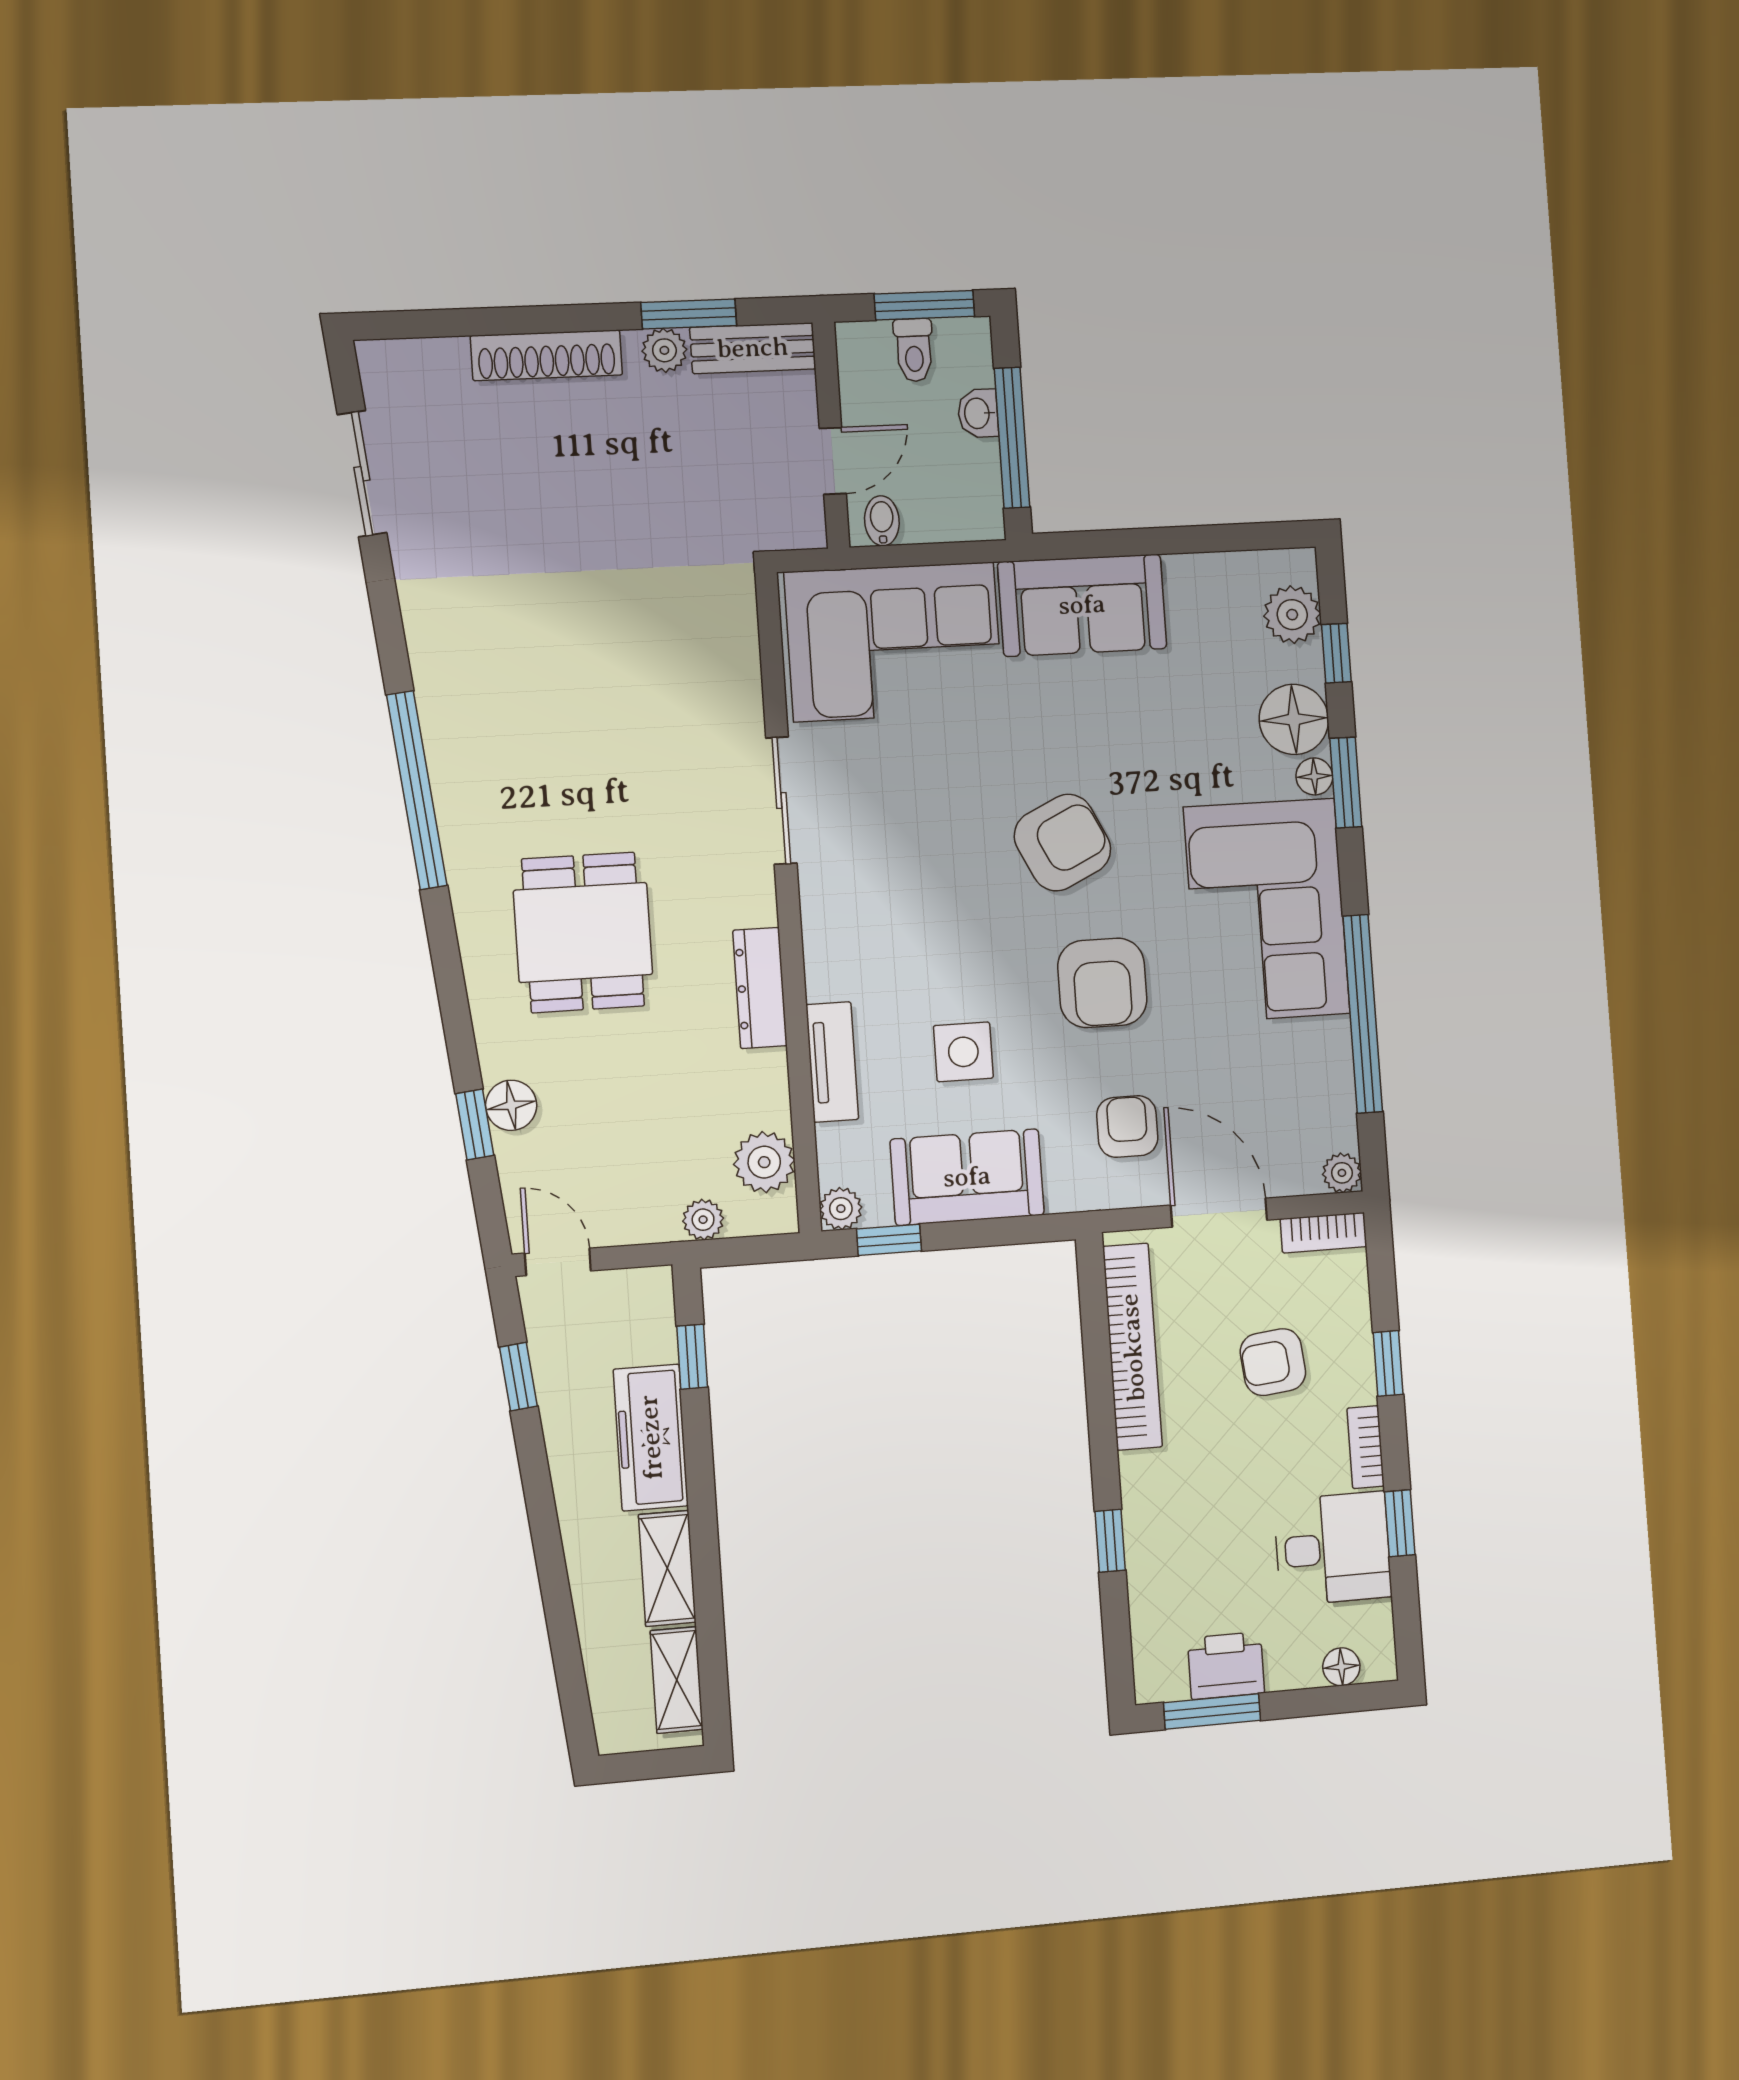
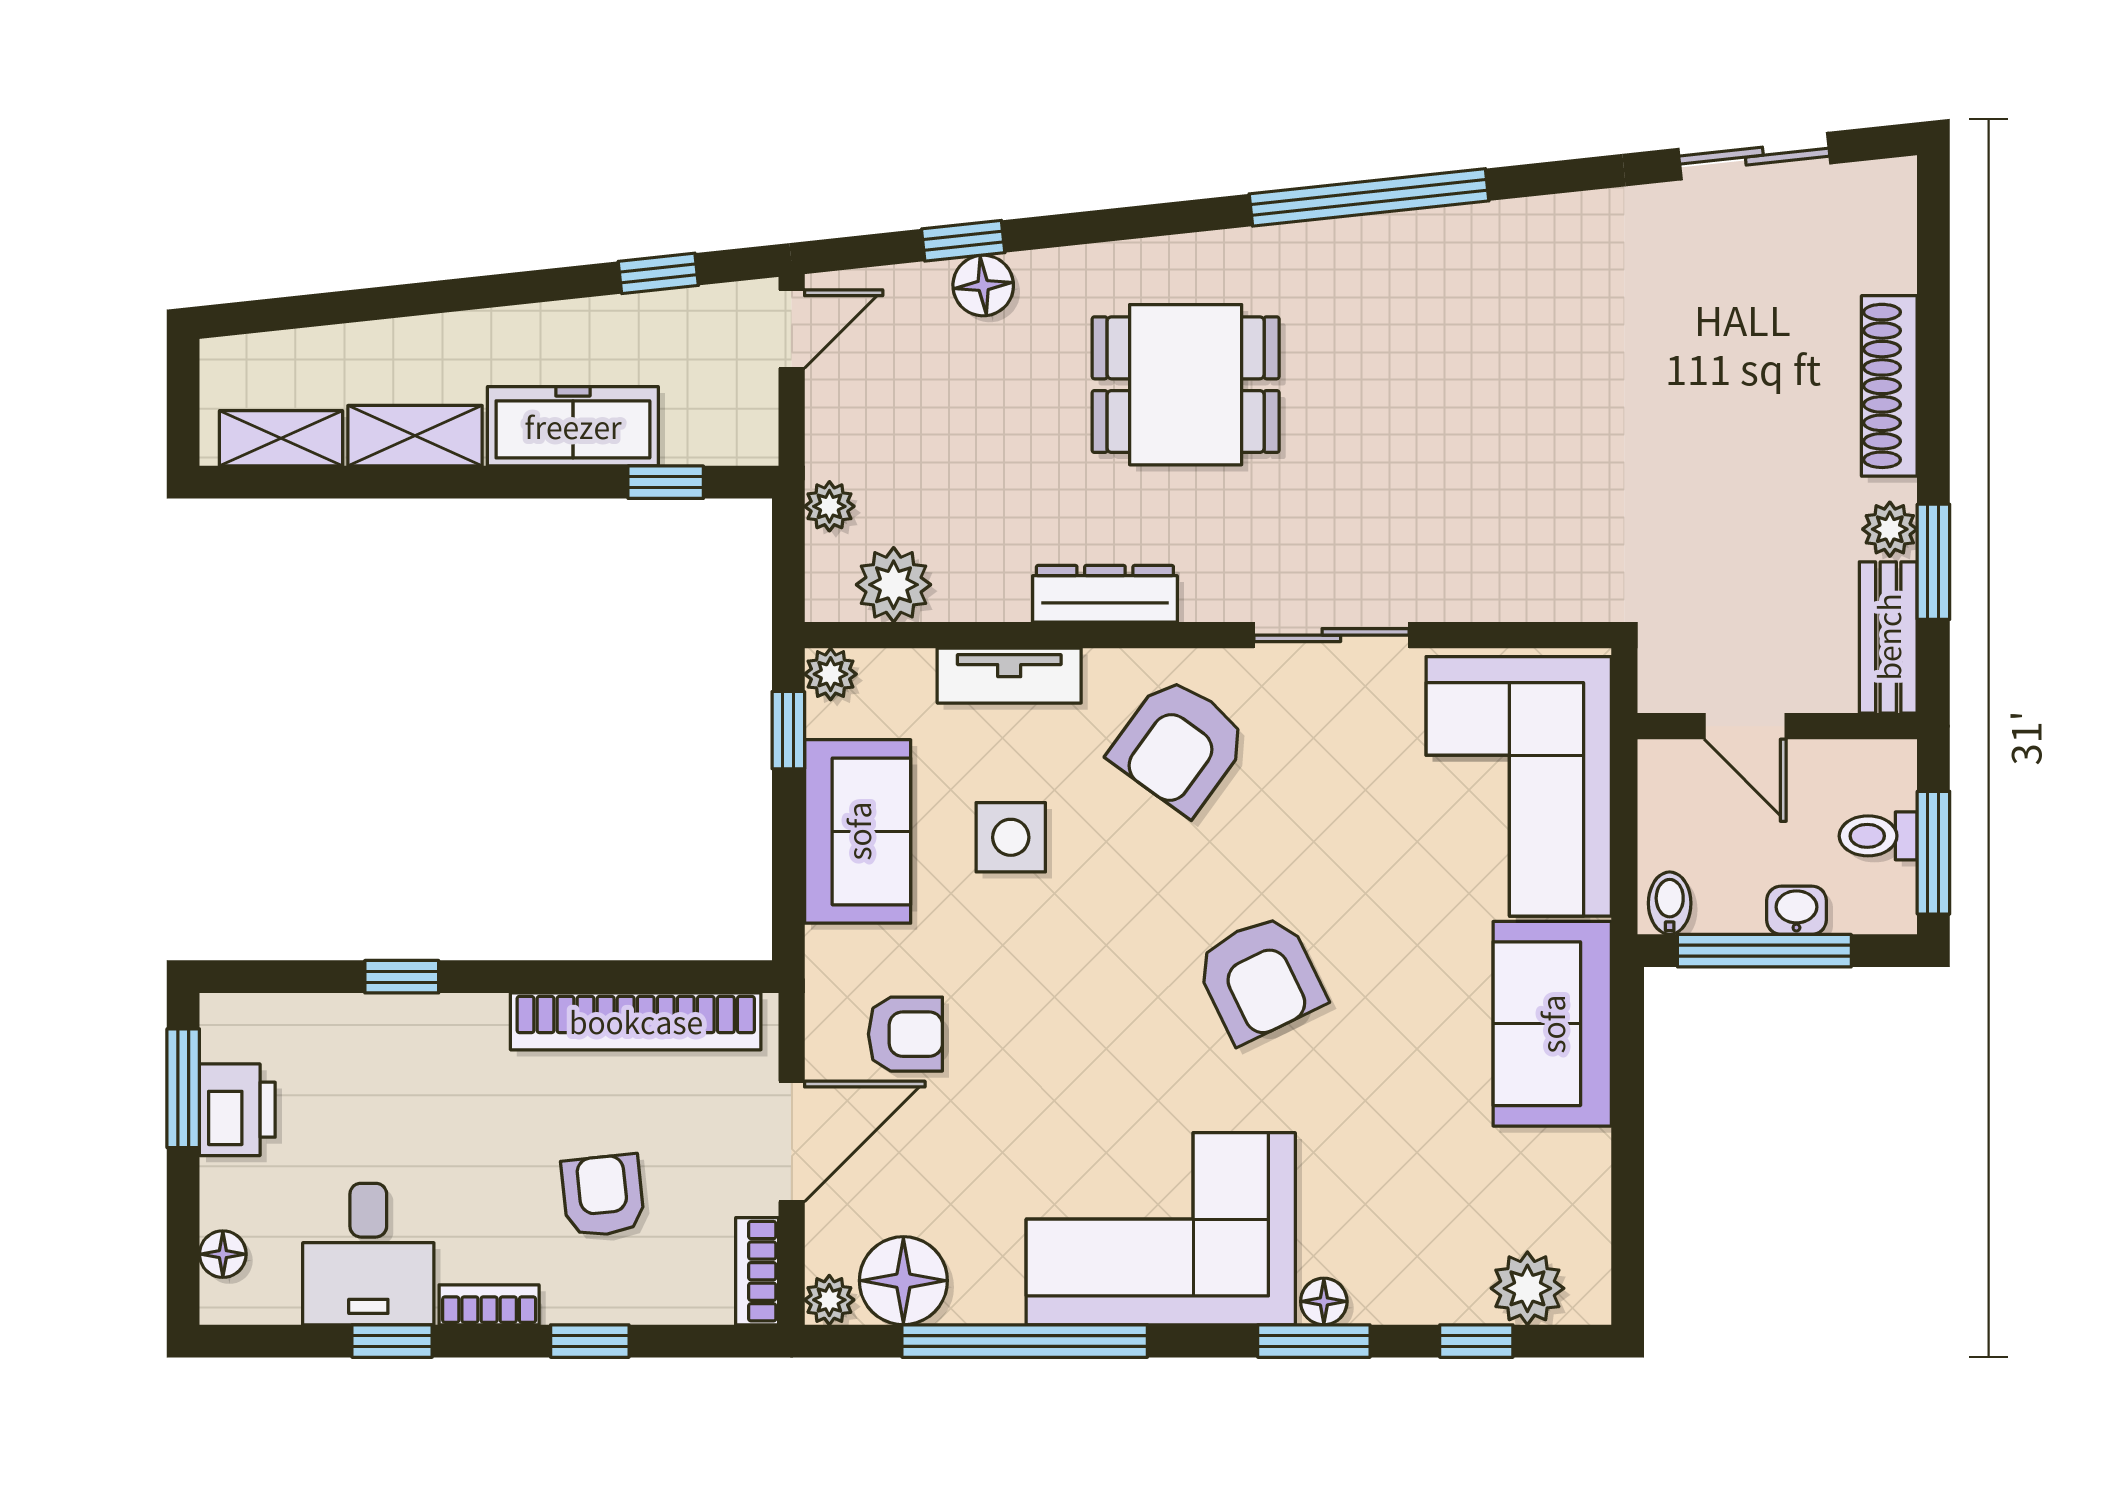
bidet: (882, 521) -> (1670, 903), moved, turned -90
floor lamp: (1294, 719) -> (903, 1281), moved
armchair: (1102, 983) -> (1179, 745), moved, turned -54

